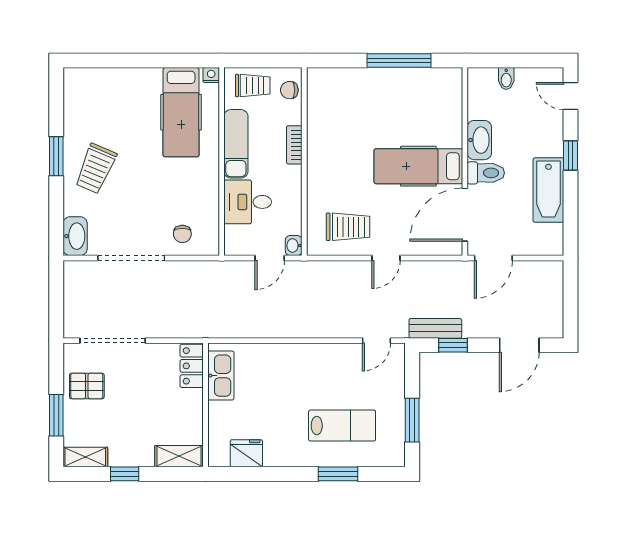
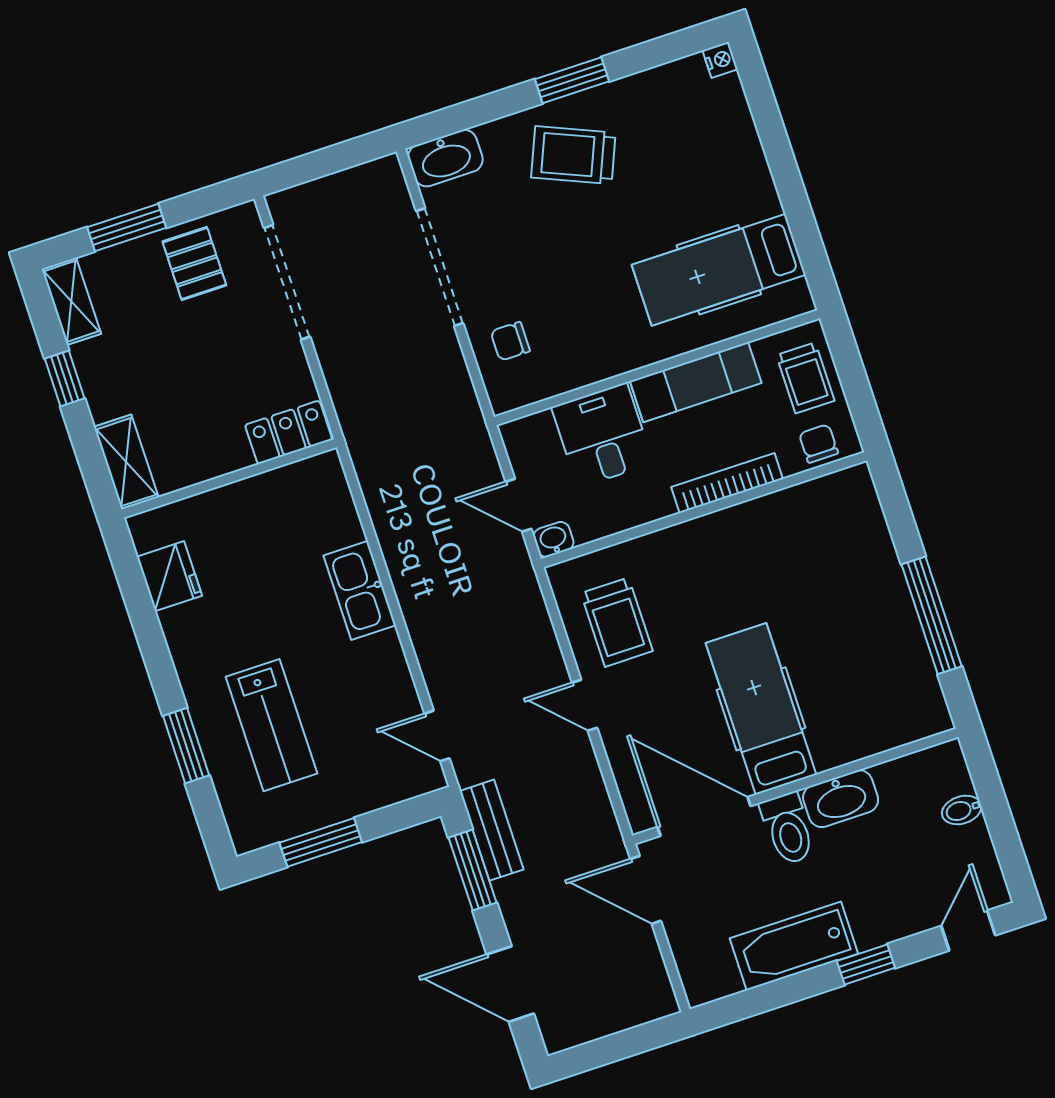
nightstand: (211, 75) -> (720, 60), moved
bookcase: (294, 145) -> (727, 483), width x1.56
window: (453, 345) -> (473, 870), width x1.50
kitchen sink: (221, 376) -> (360, 590), moved, turned 90

